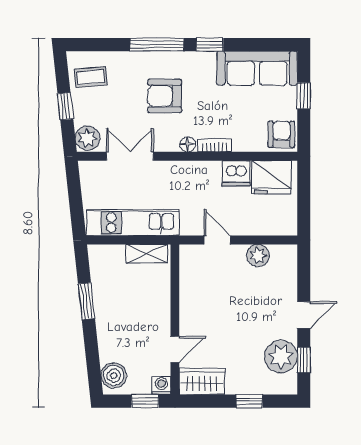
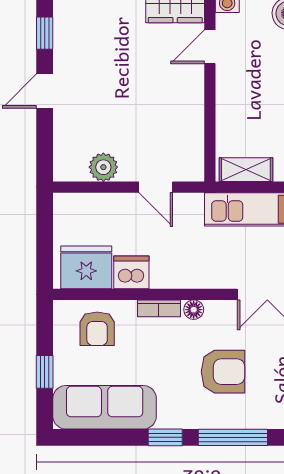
armchair: (281, 134) -> (97, 329), moved
plant: (281, 357) -> (74, 38), removed

